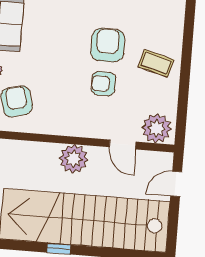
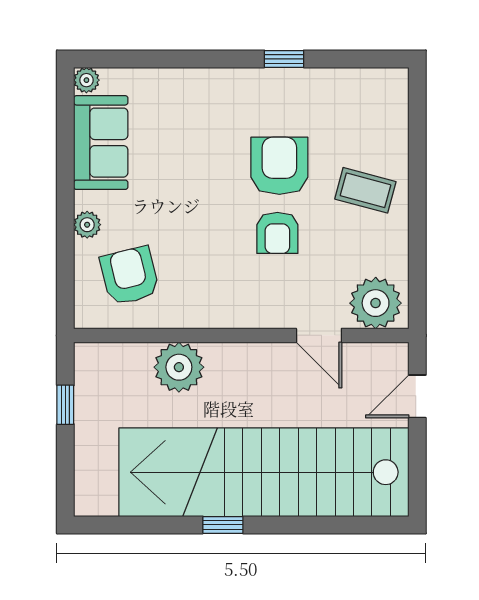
armchair: (103, 84) -> (277, 233), turned -90
plant: (74, 159) -> (179, 367), moved

